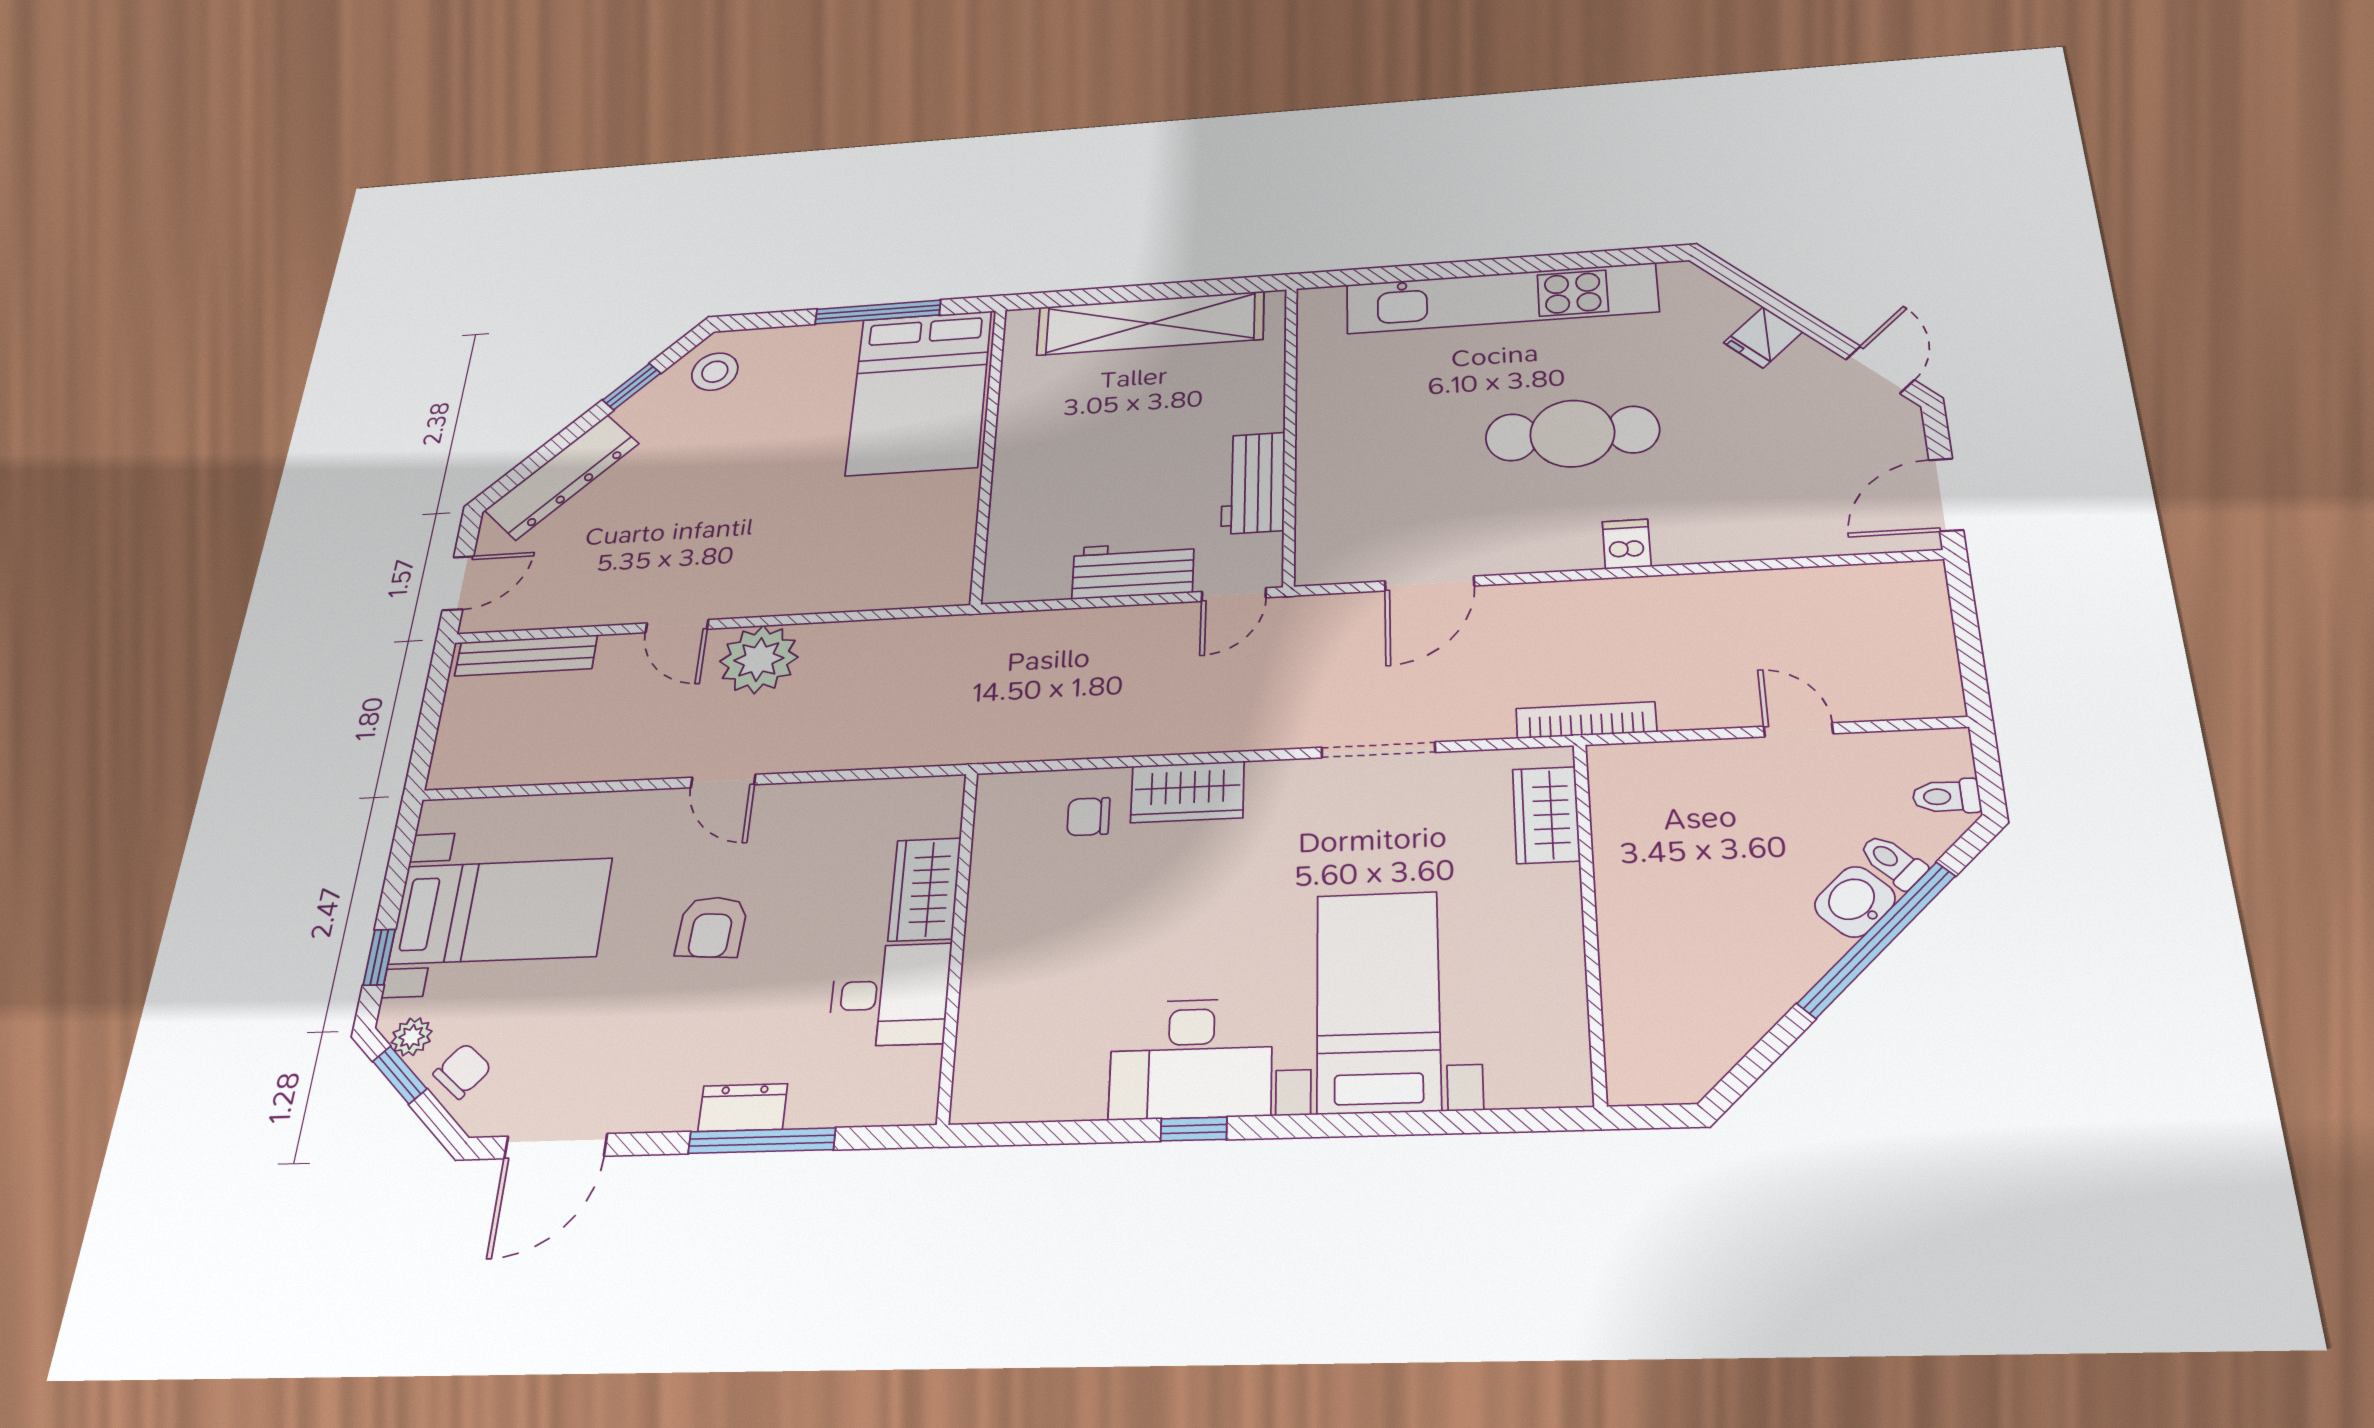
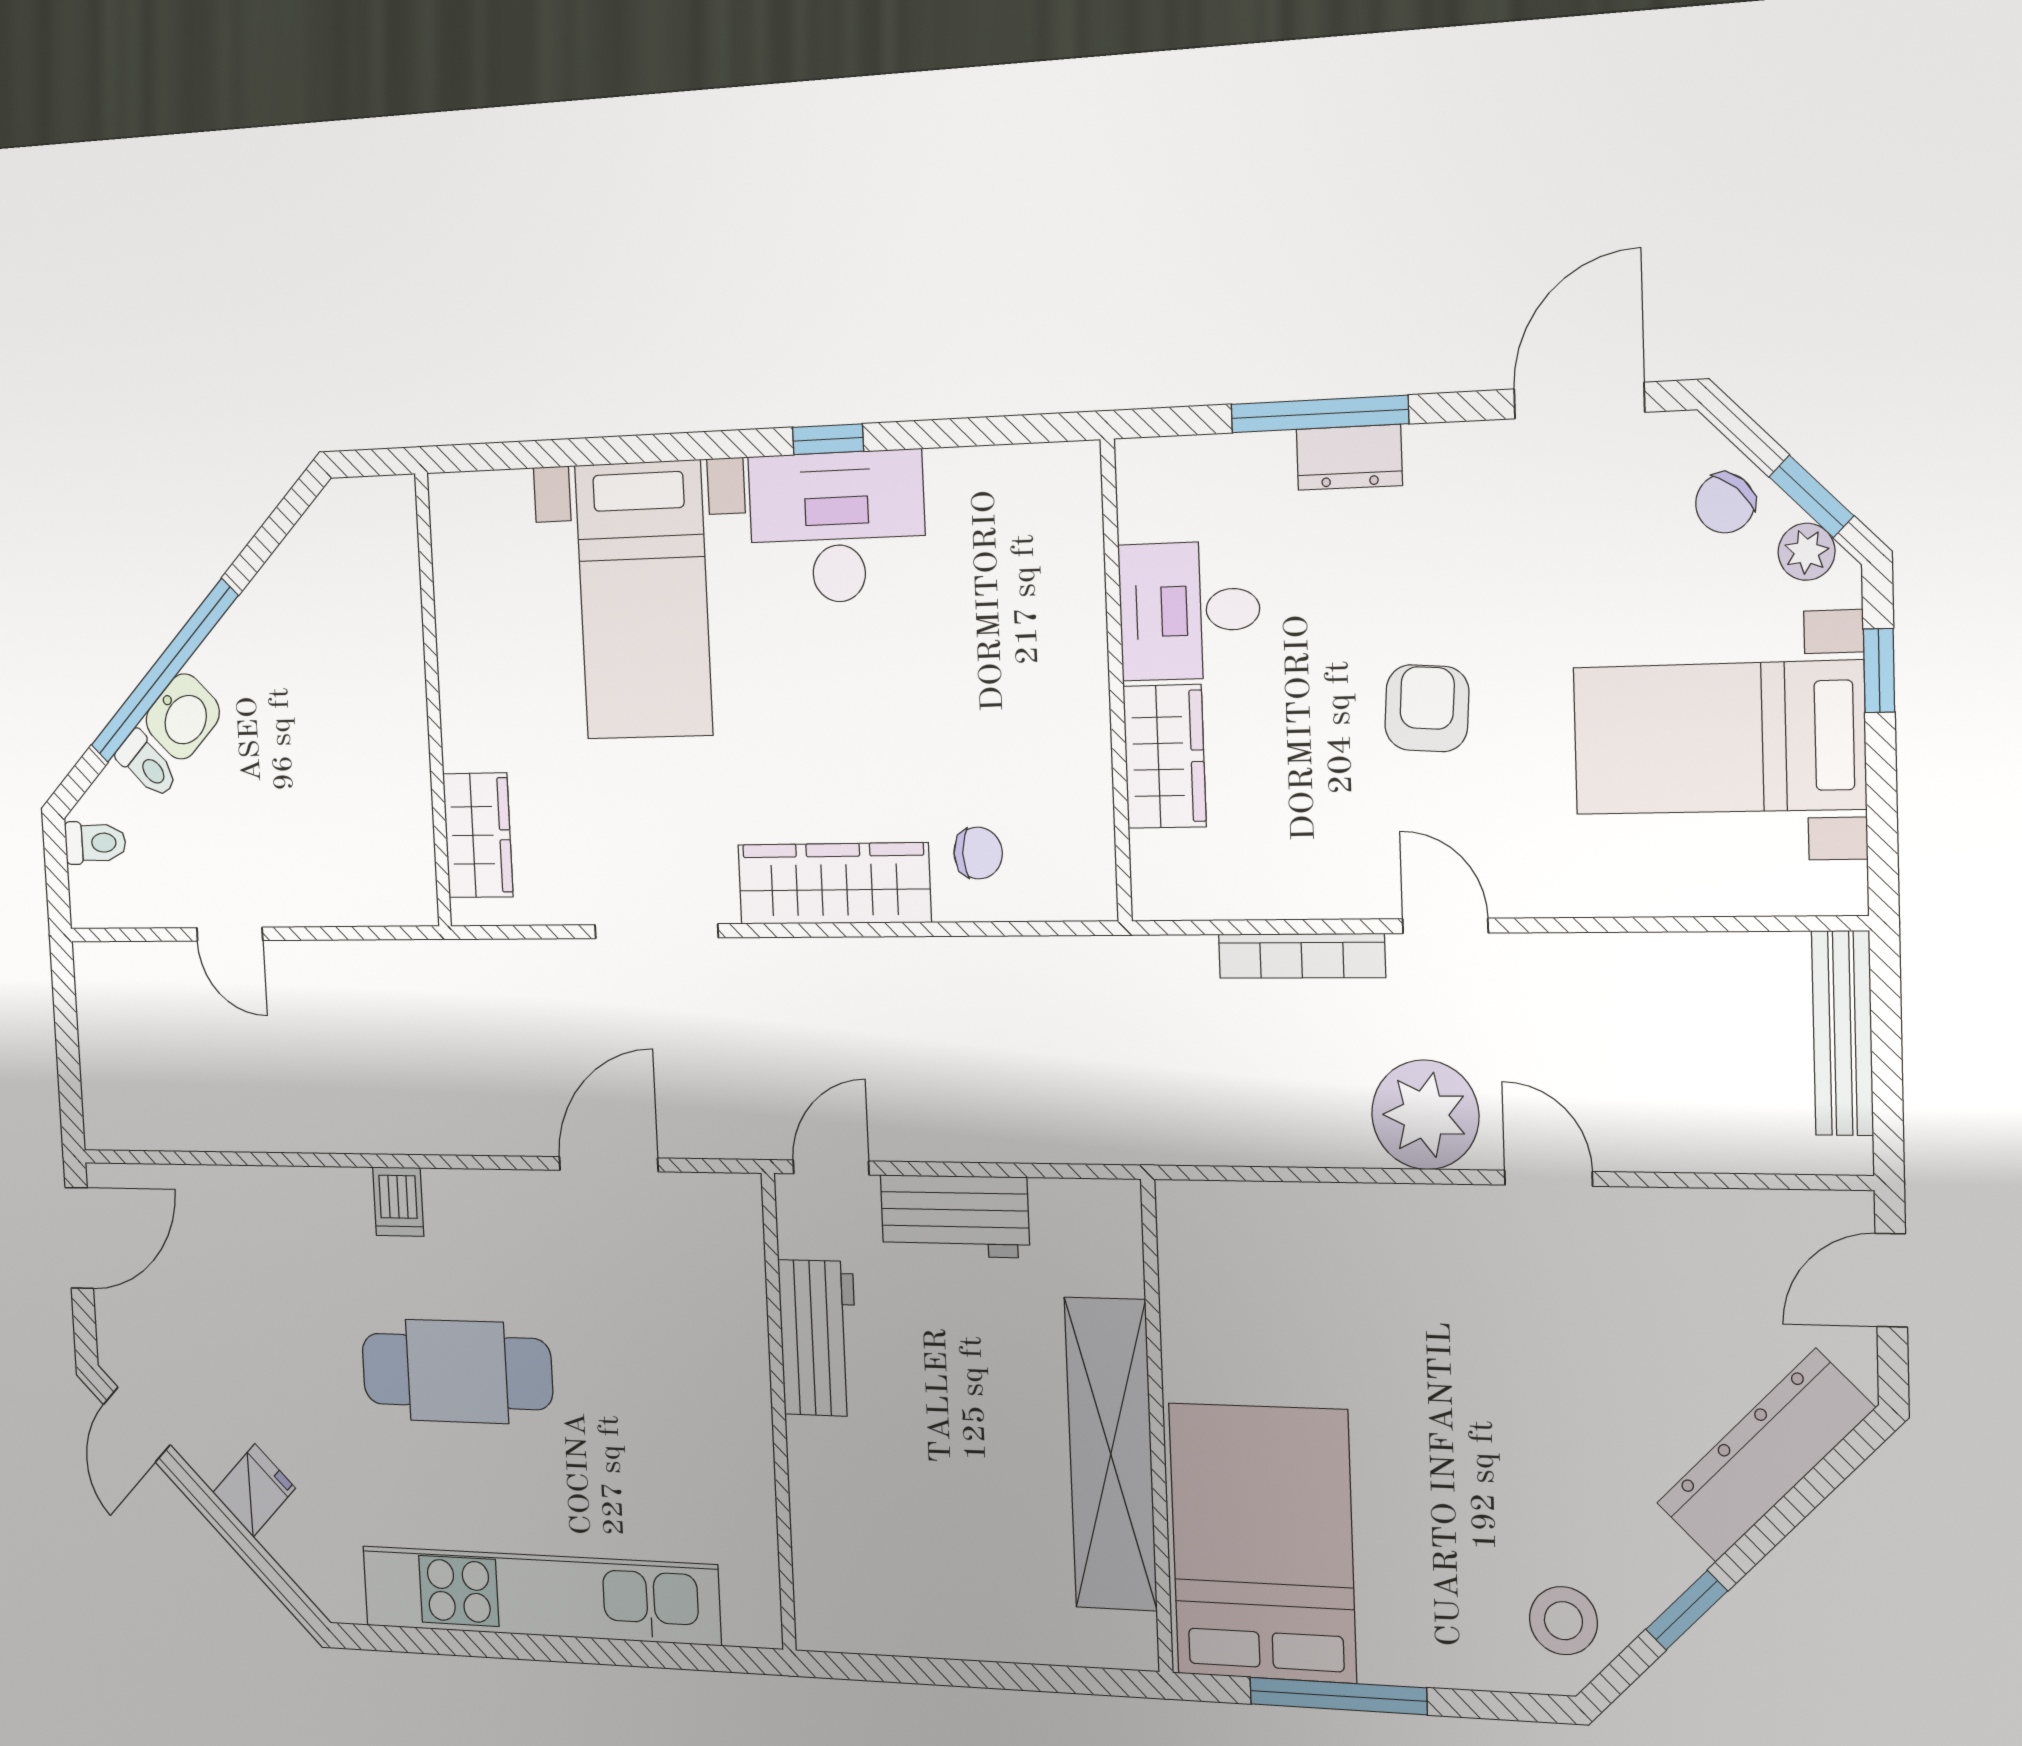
shelving: (1150, 323) -> (1111, 1454), moved, turned 90
bench: (526, 655) -> (1843, 1033), moved, turned 90
bookcase: (1586, 720) -> (1302, 956), moved
wardrobe: (1187, 792) -> (834, 884), width x1.50

